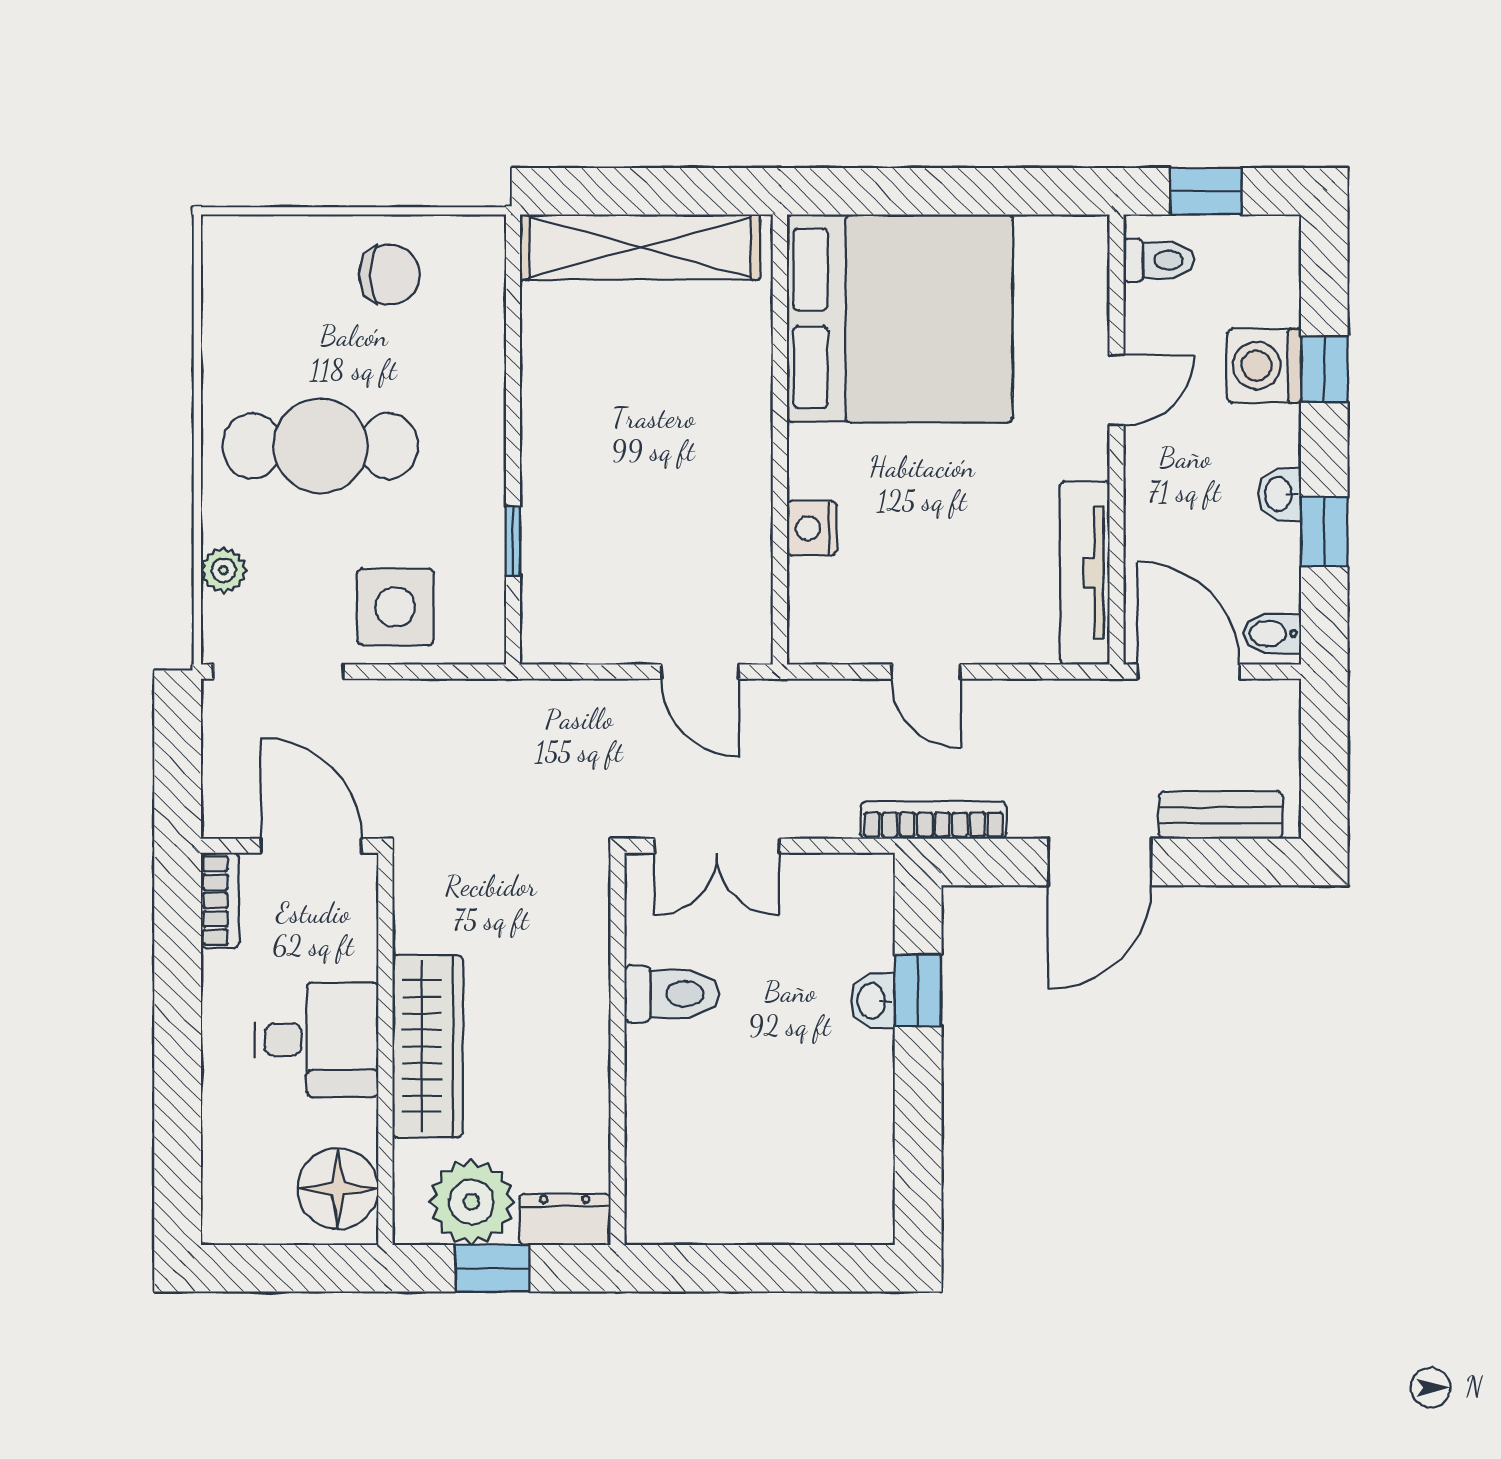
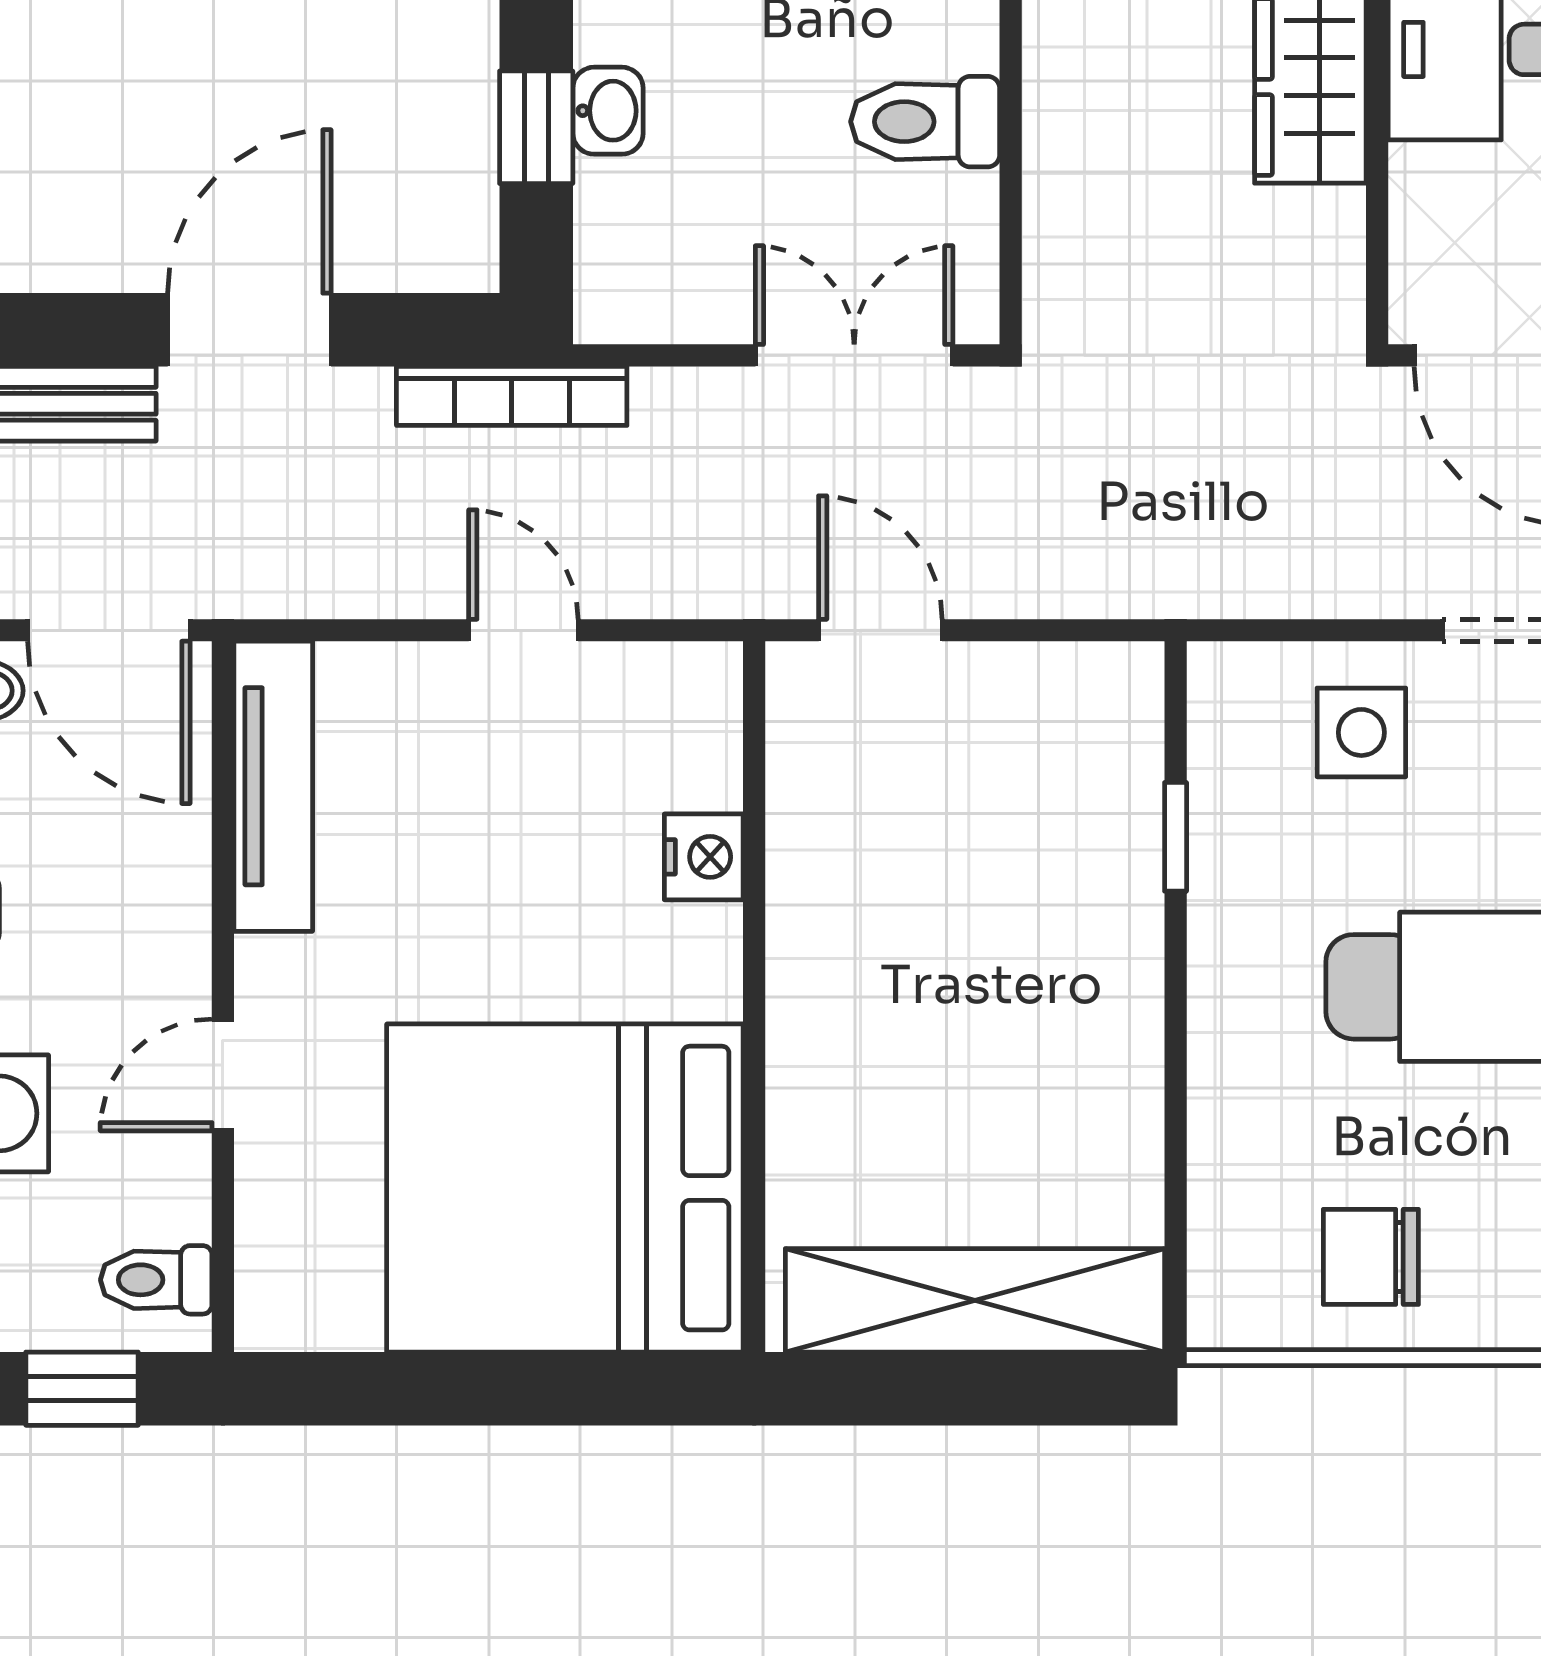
side table: (395, 607) -> (1361, 732), width x0.73, depth x0.73

